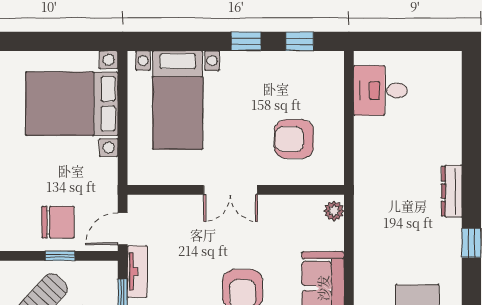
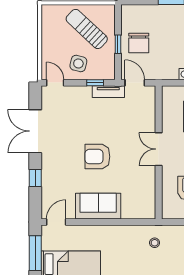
stool: (383, 196) -> (155, 243), added
plant: (334, 211) -> (146, 213), removed

